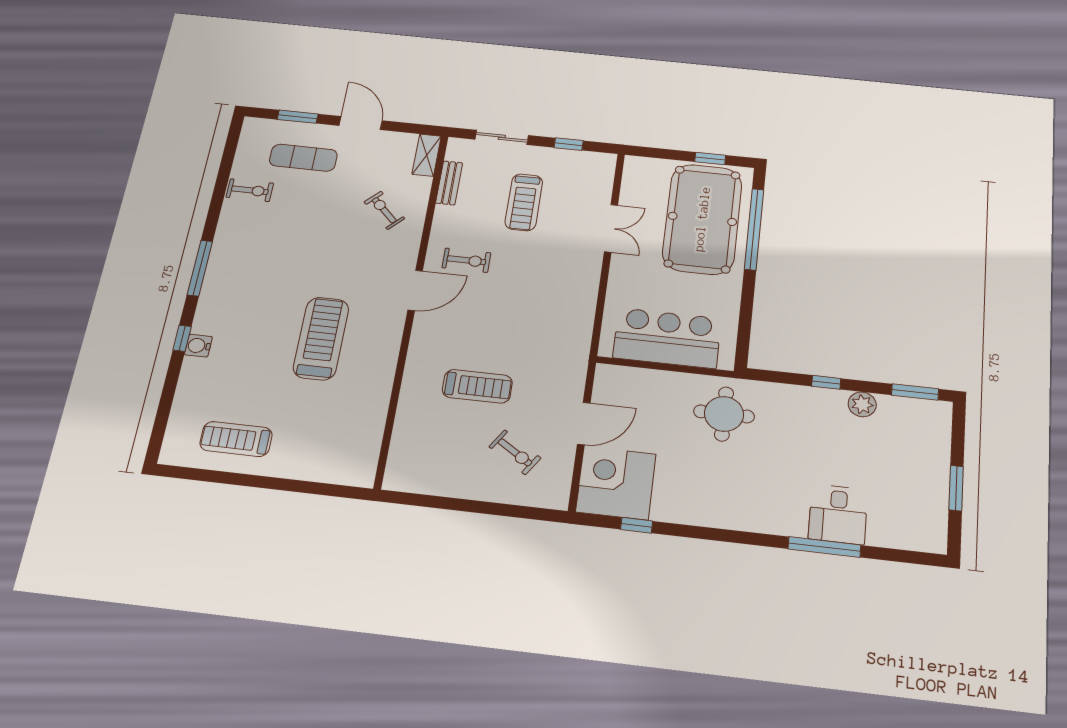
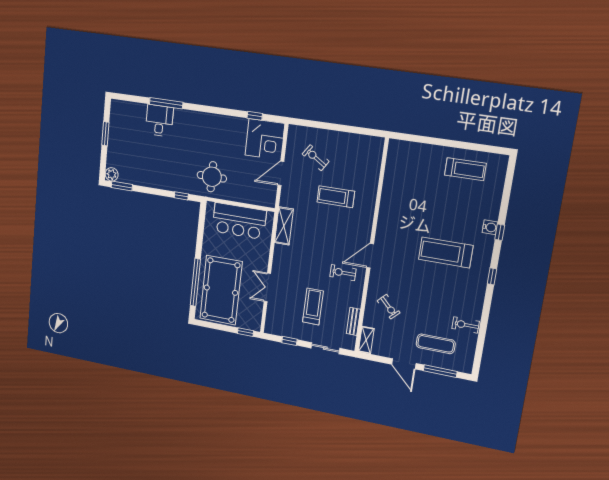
window: (298, 117) -> (440, 371), width x1.44
window: (710, 158) -> (245, 332), moved
window: (200, 268) -> (492, 276), width x0.46
shelving: (578, 333) -> (284, 226), added
treadmill: (321, 338) -> (446, 252), moved, turned 90
window: (826, 382) -> (181, 196), moved
plant: (862, 404) -> (112, 174), moved

